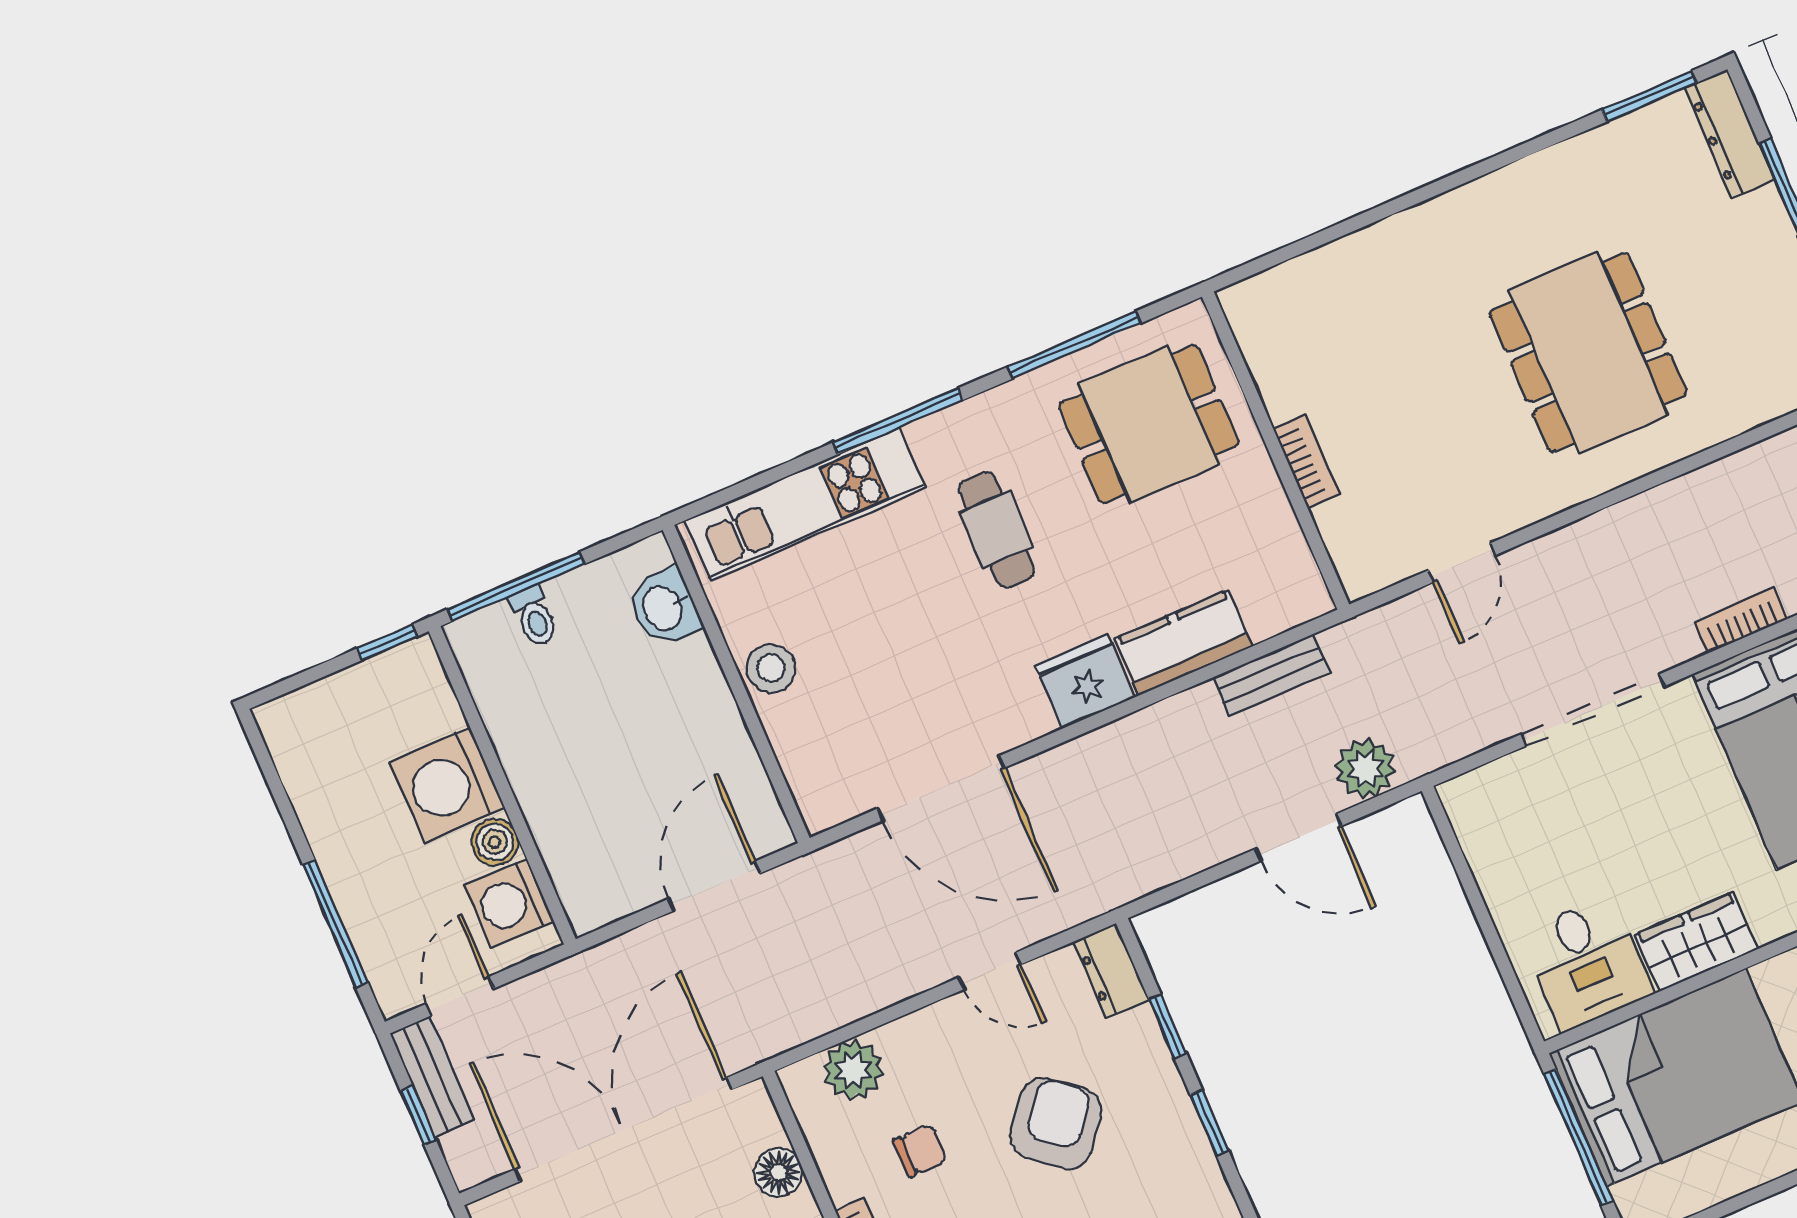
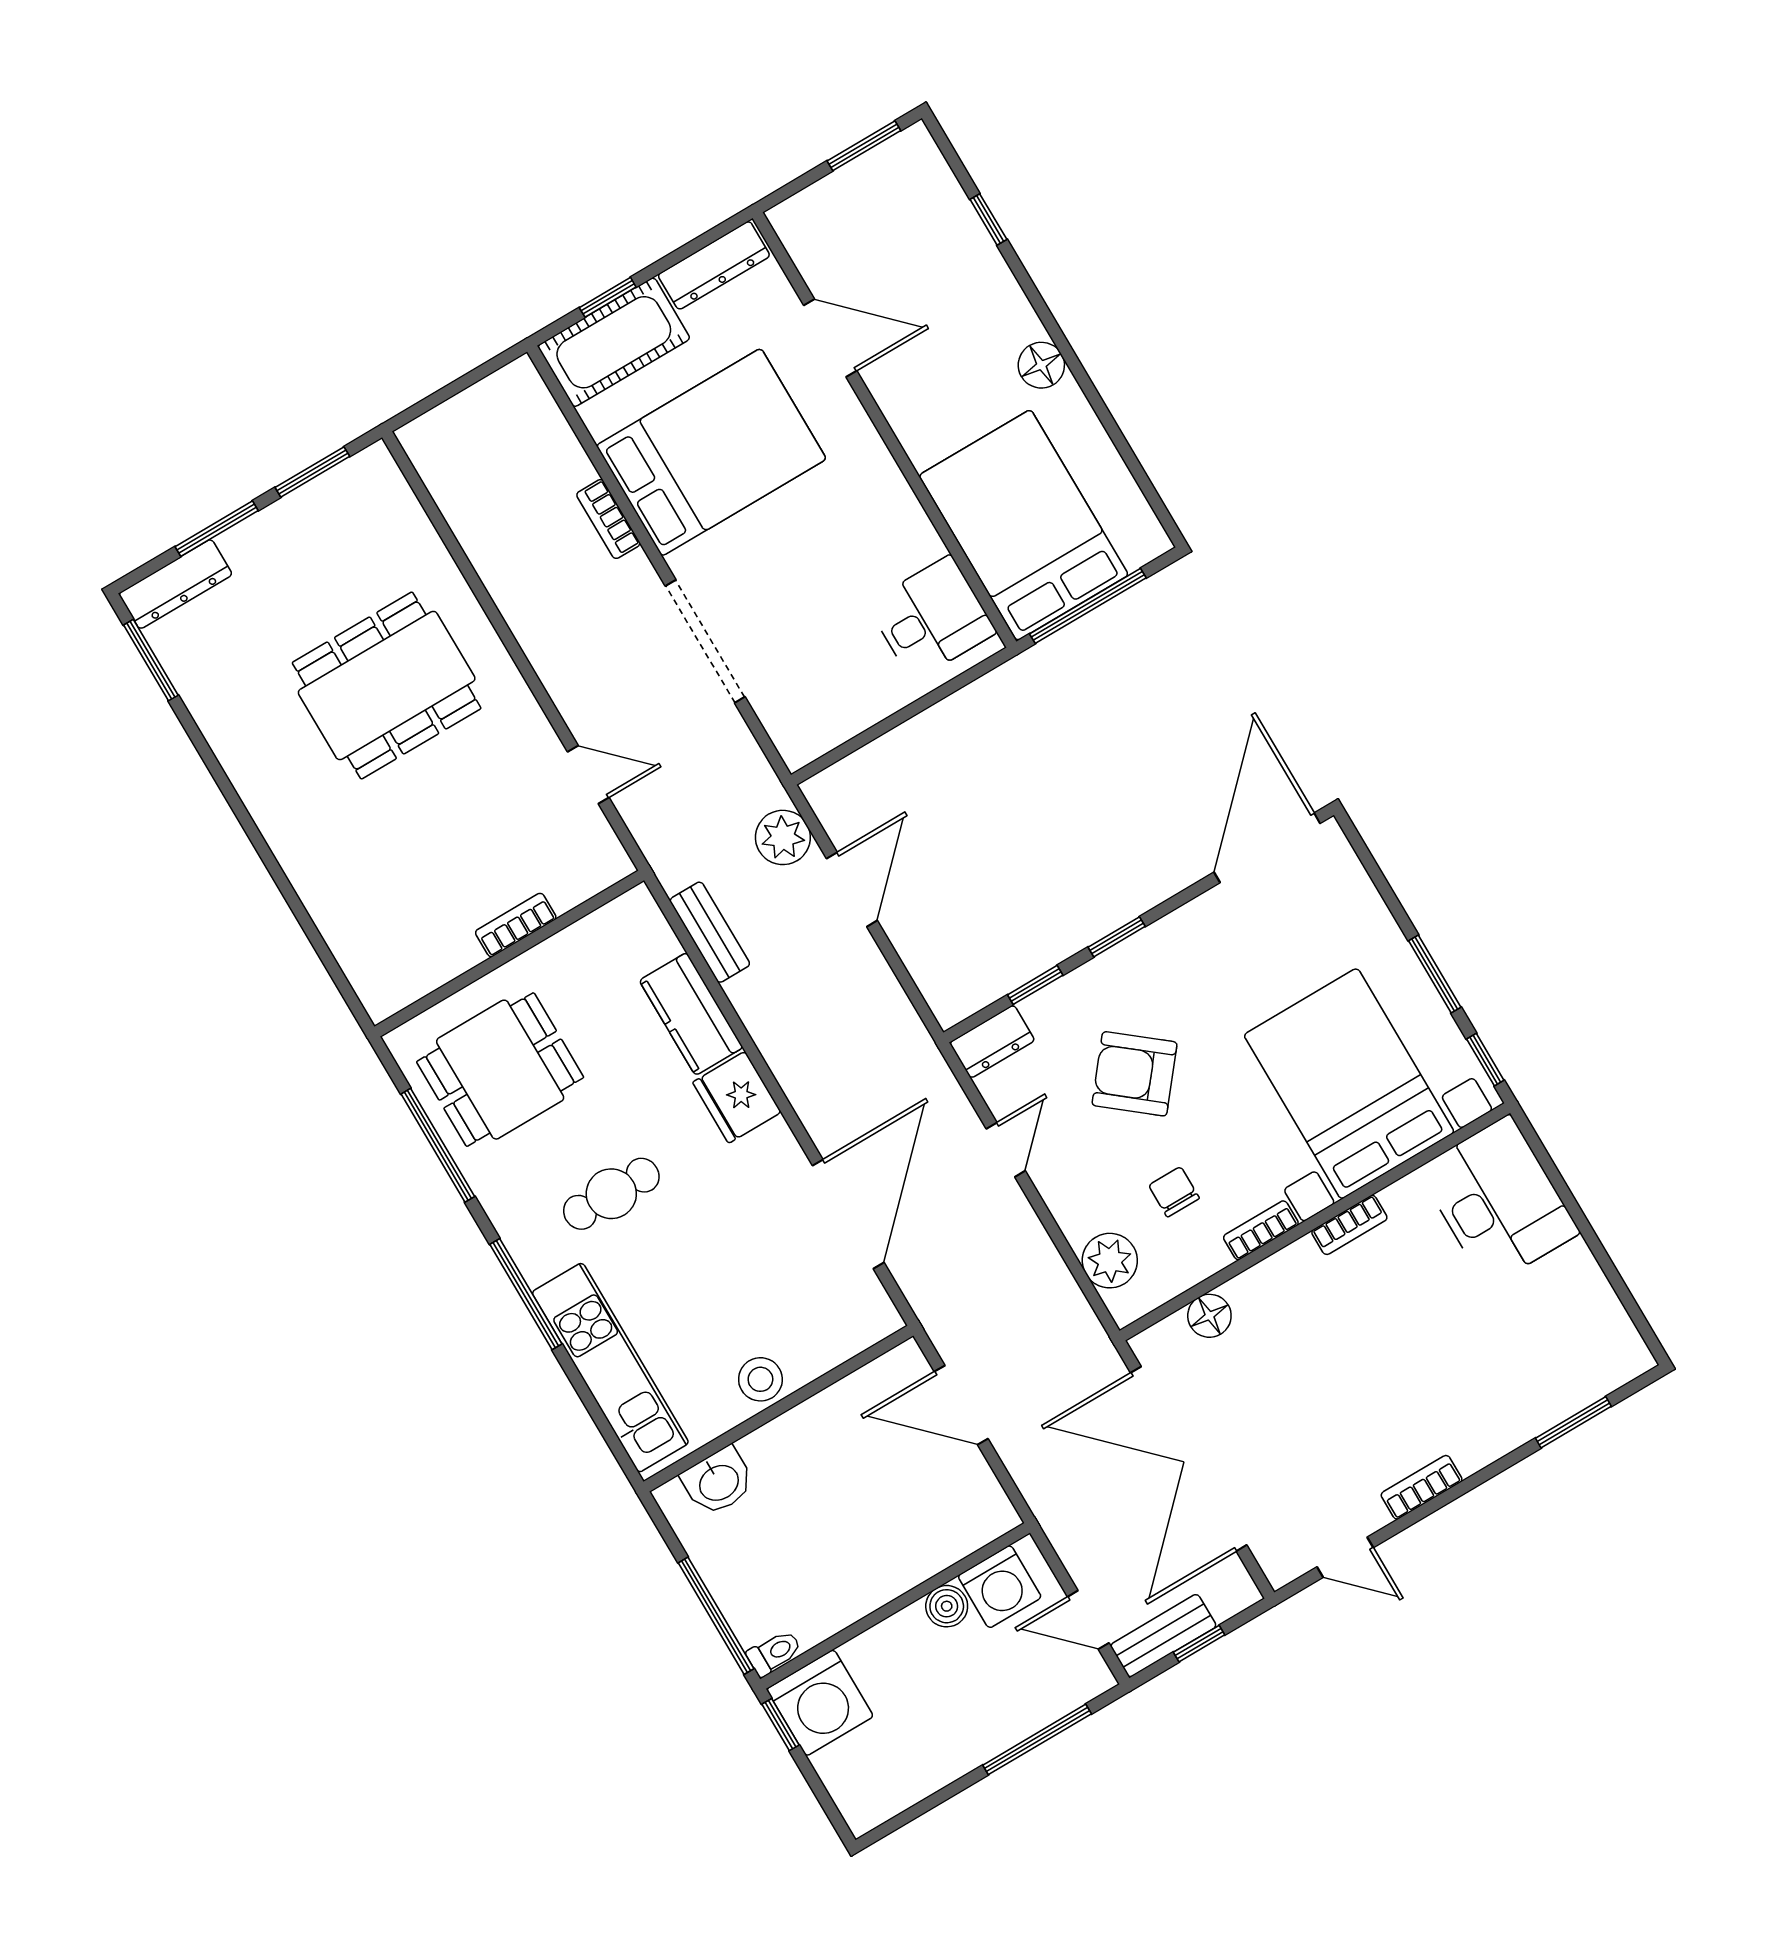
dining table: (1149, 424) -> (500, 1070), turned 90
toilet: (534, 616) -> (774, 1653), moved
washing machine: (448, 785) -> (820, 1703), moved
wardrobe: (1696, 942) -> (900, 523), removed

